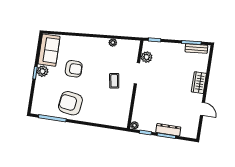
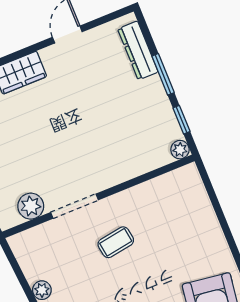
dresser: (168, 130) -> (138, 50), moved

